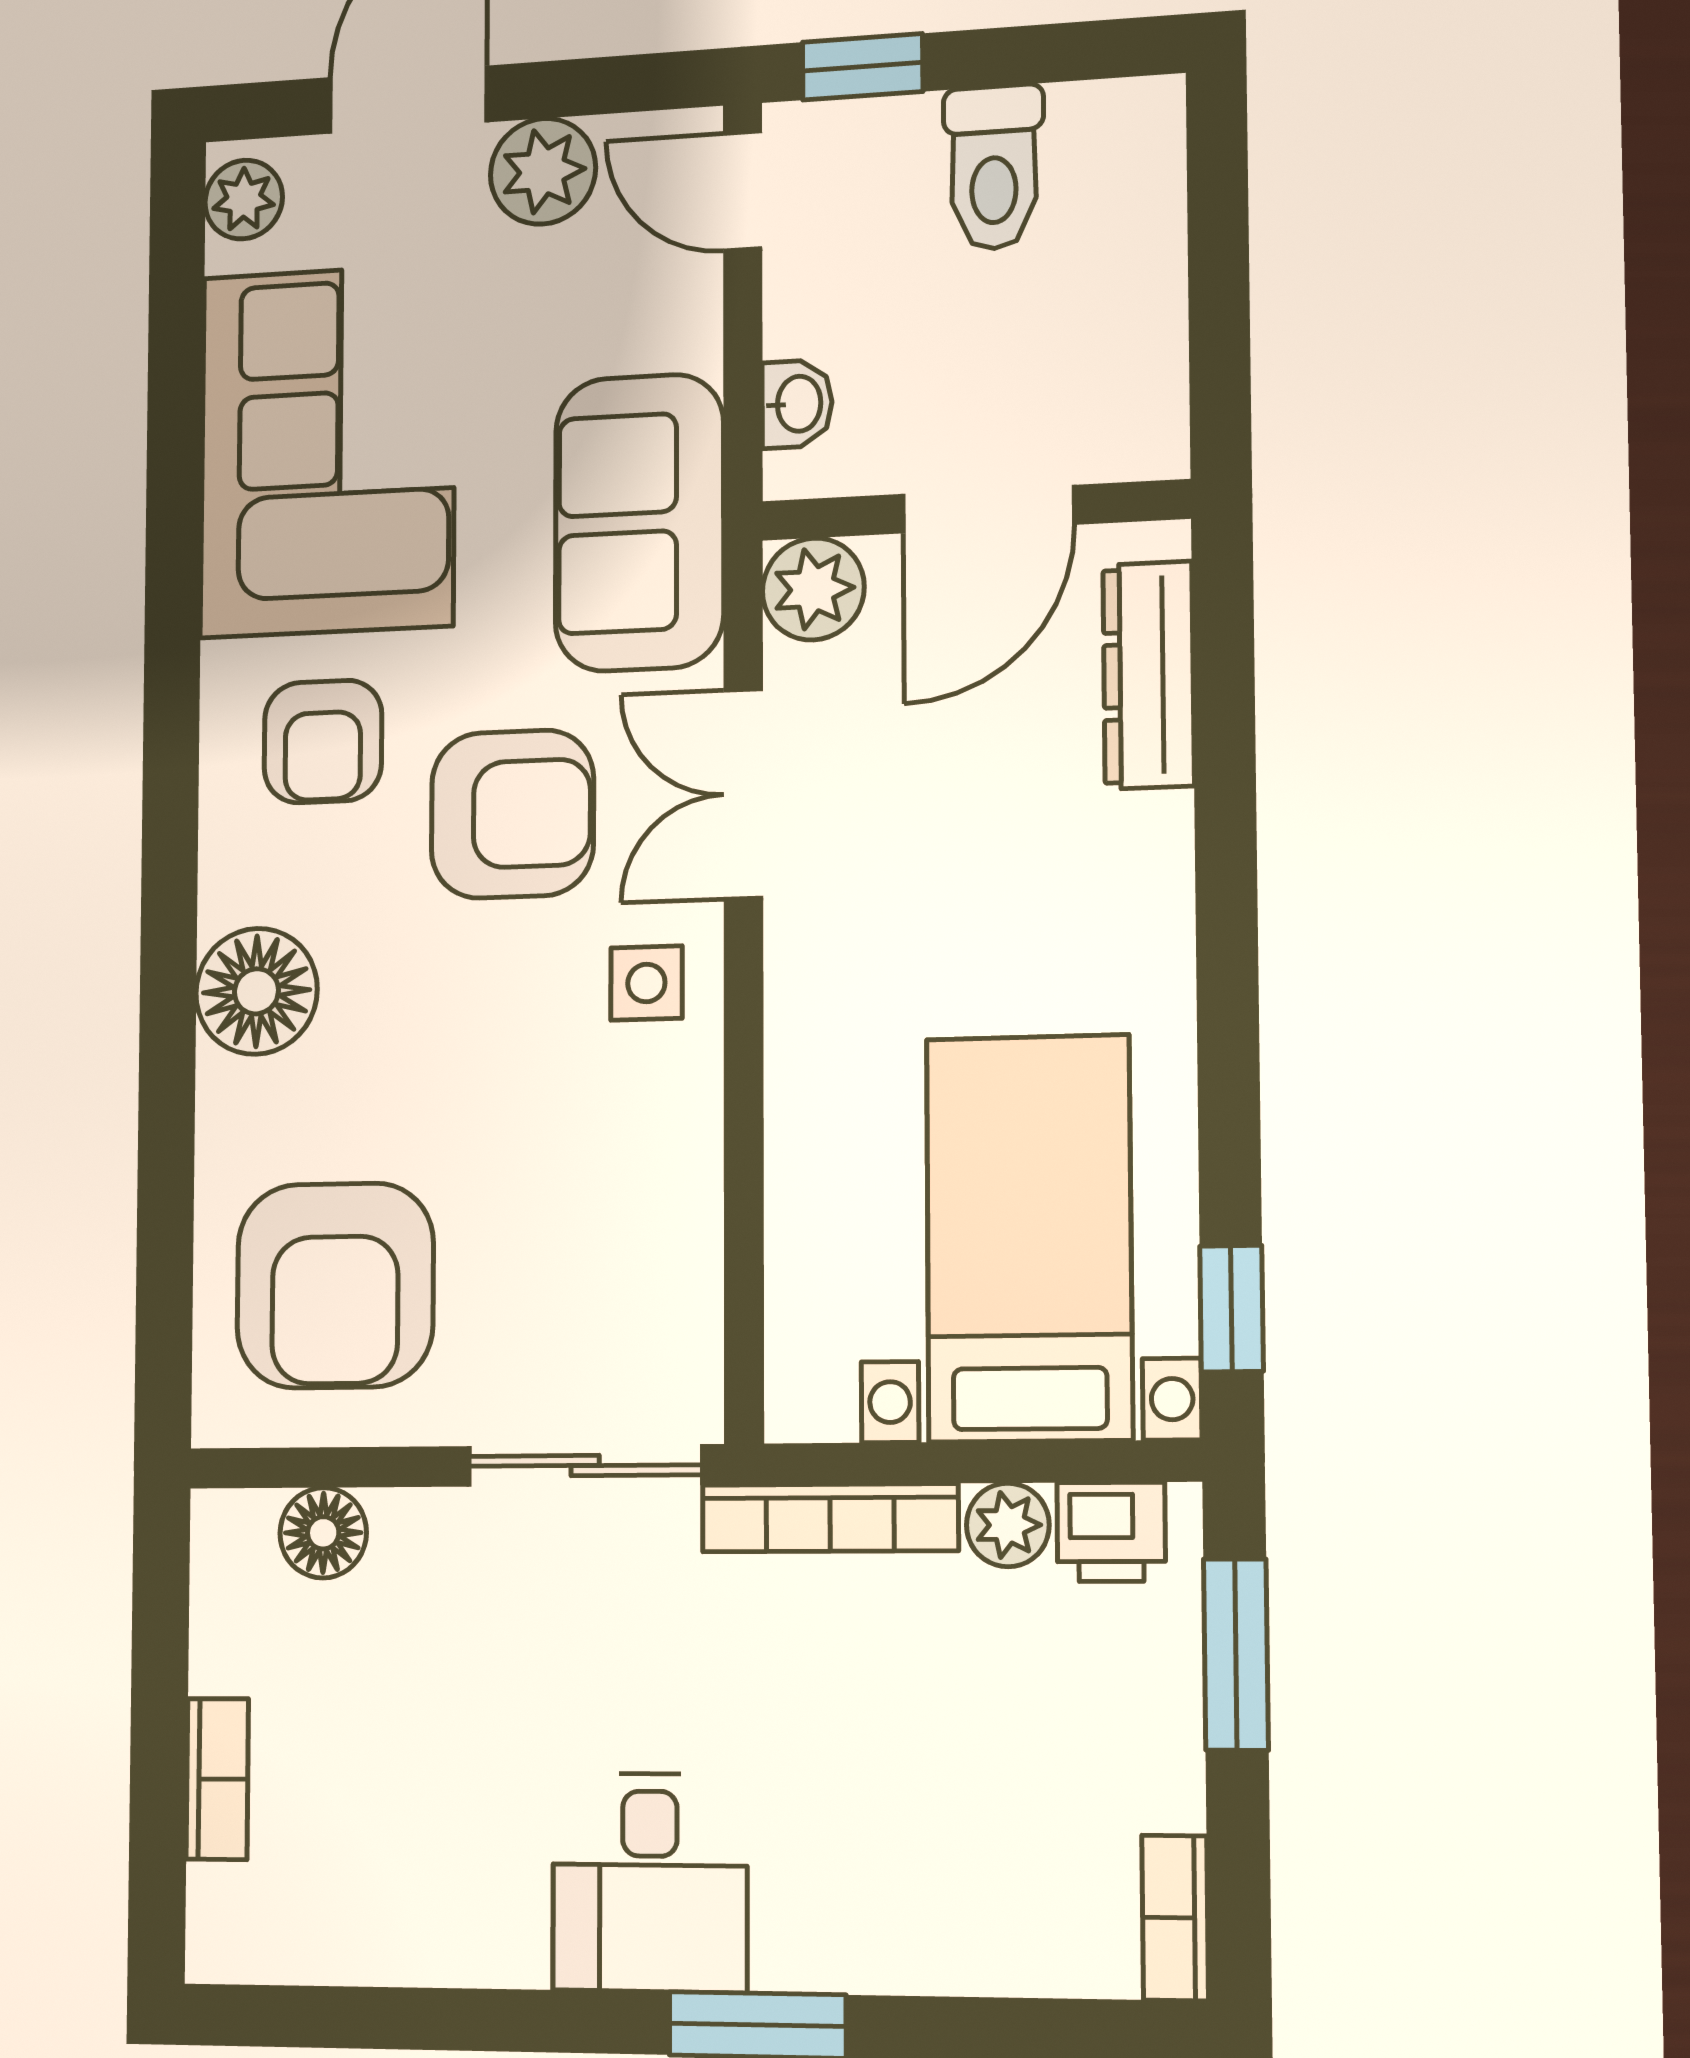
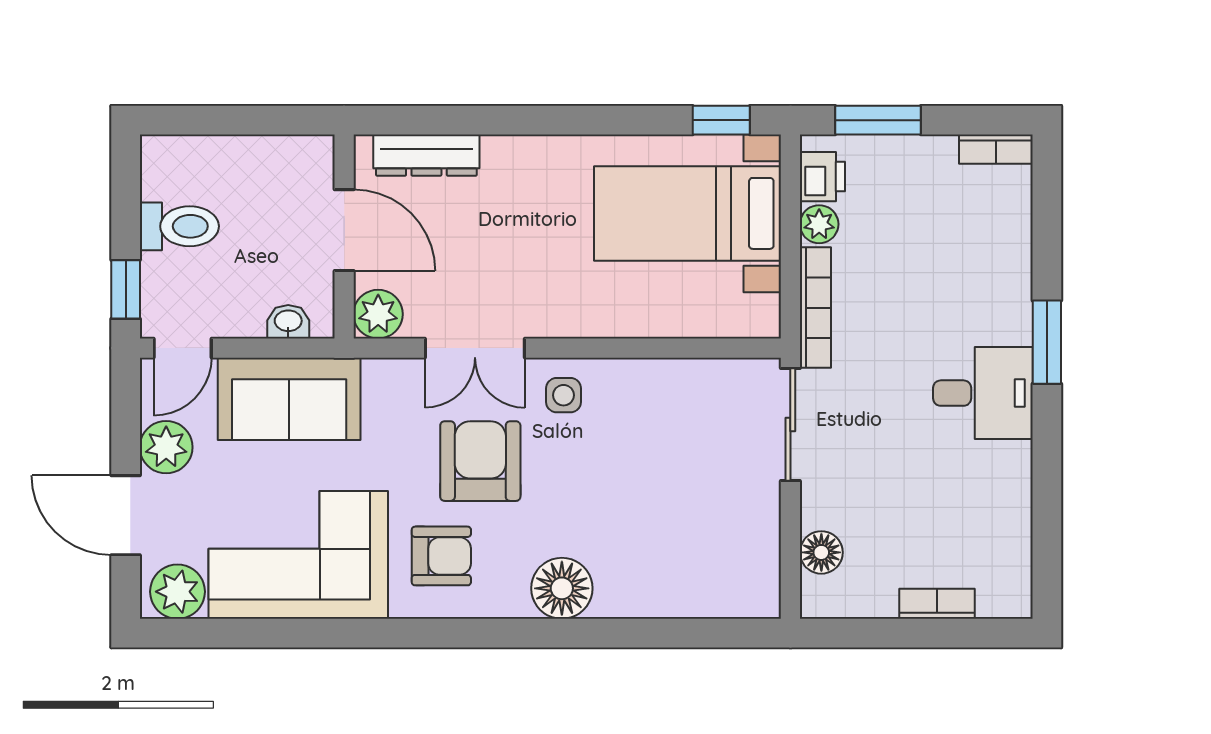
plant: (244, 200) -> (177, 592), width x1.38, depth x1.38
sofa: (639, 523) -> (289, 399), moved
armchair: (335, 1286) -> (704, 548), removed

